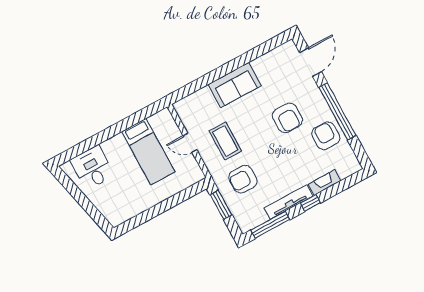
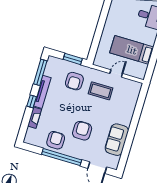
sofa: (235, 85) -> (117, 140), moved
armchair: (287, 118) -> (82, 131), turned 90
armchair: (326, 136) -> (56, 140), turned -90
armchair: (243, 179) -> (74, 81), turned 180

